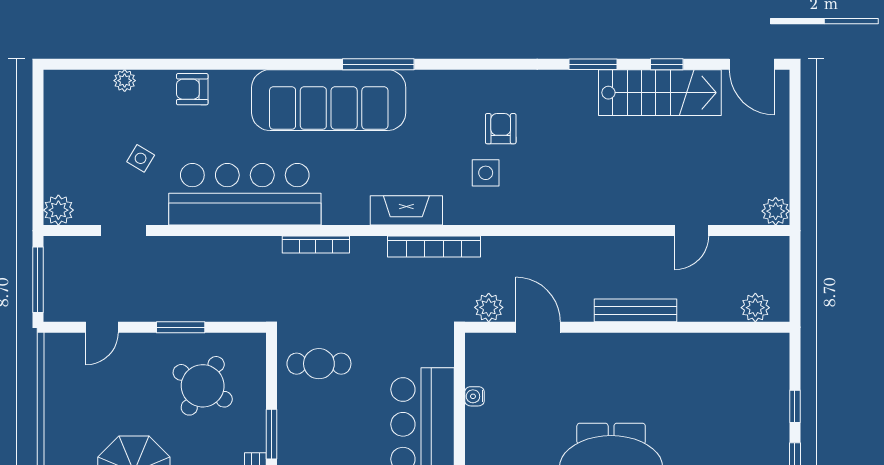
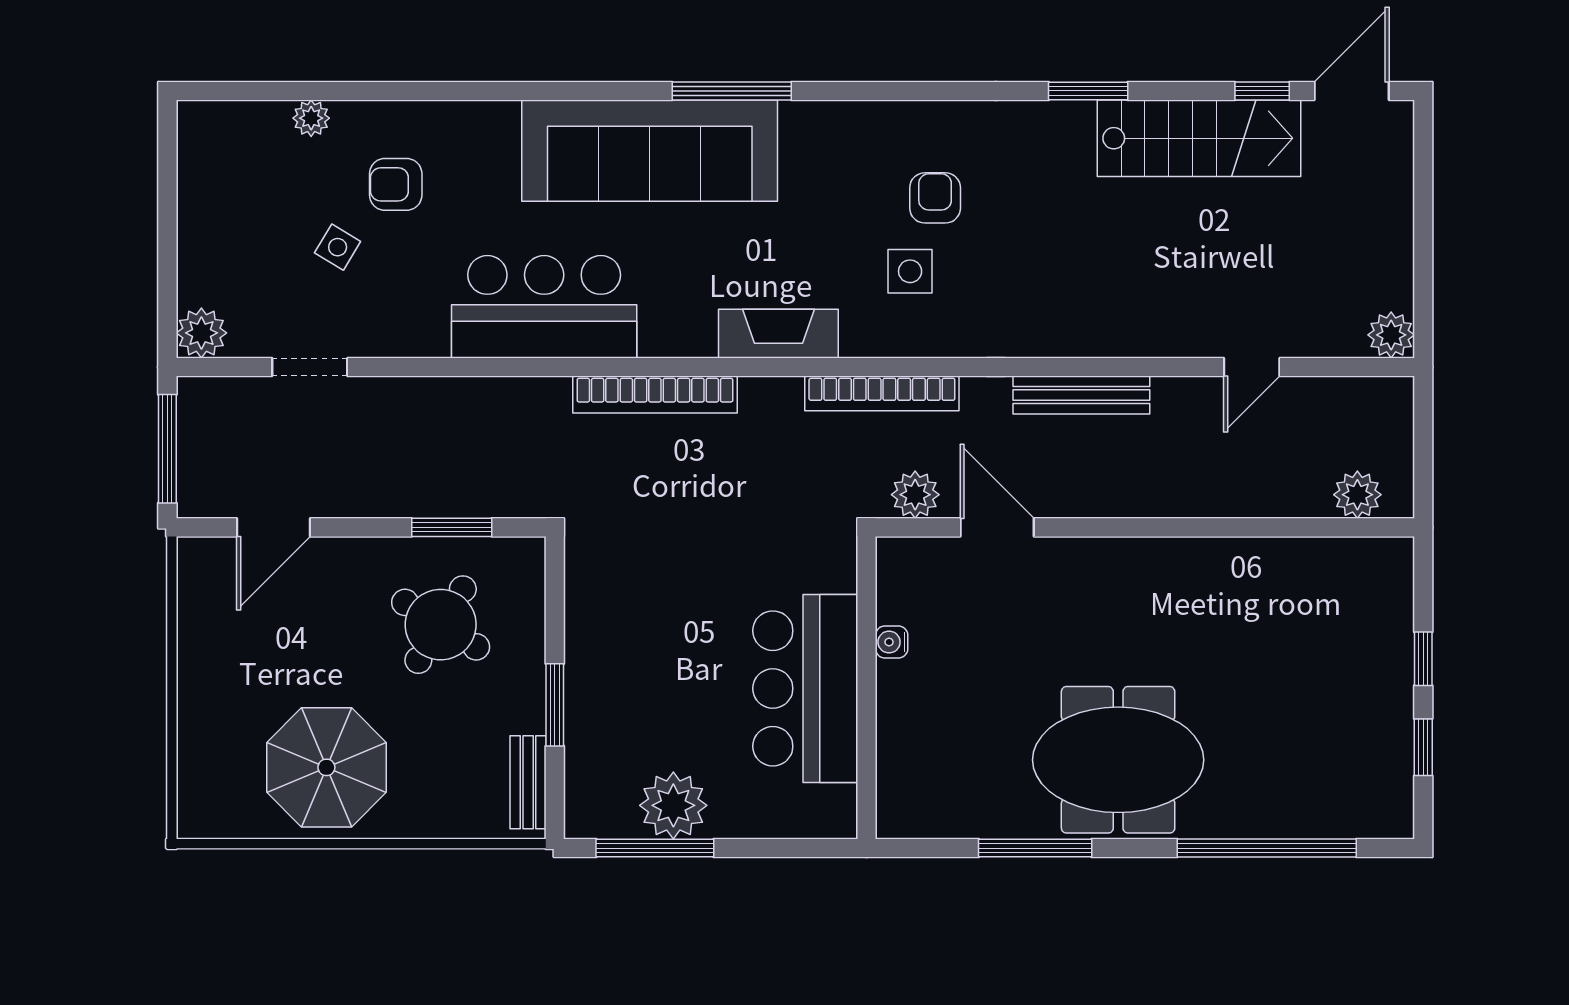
window: (667, 64) -> (1262, 91), moved
door: (752, 64) -> (1352, 91), swing flipped
armchair: (192, 89) -> (396, 184), moved
bar counter: (245, 194) -> (544, 307), width x0.73
bookcase: (316, 245) -> (655, 395), width x1.48, depth x1.31
bookcase: (434, 246) -> (882, 393), moved
bench: (636, 310) -> (1081, 395), moved
door: (102, 327) -> (273, 527), width x1.37
window: (181, 327) -> (452, 527), moved
cafe table: (319, 364) -> (633, 588), removed

